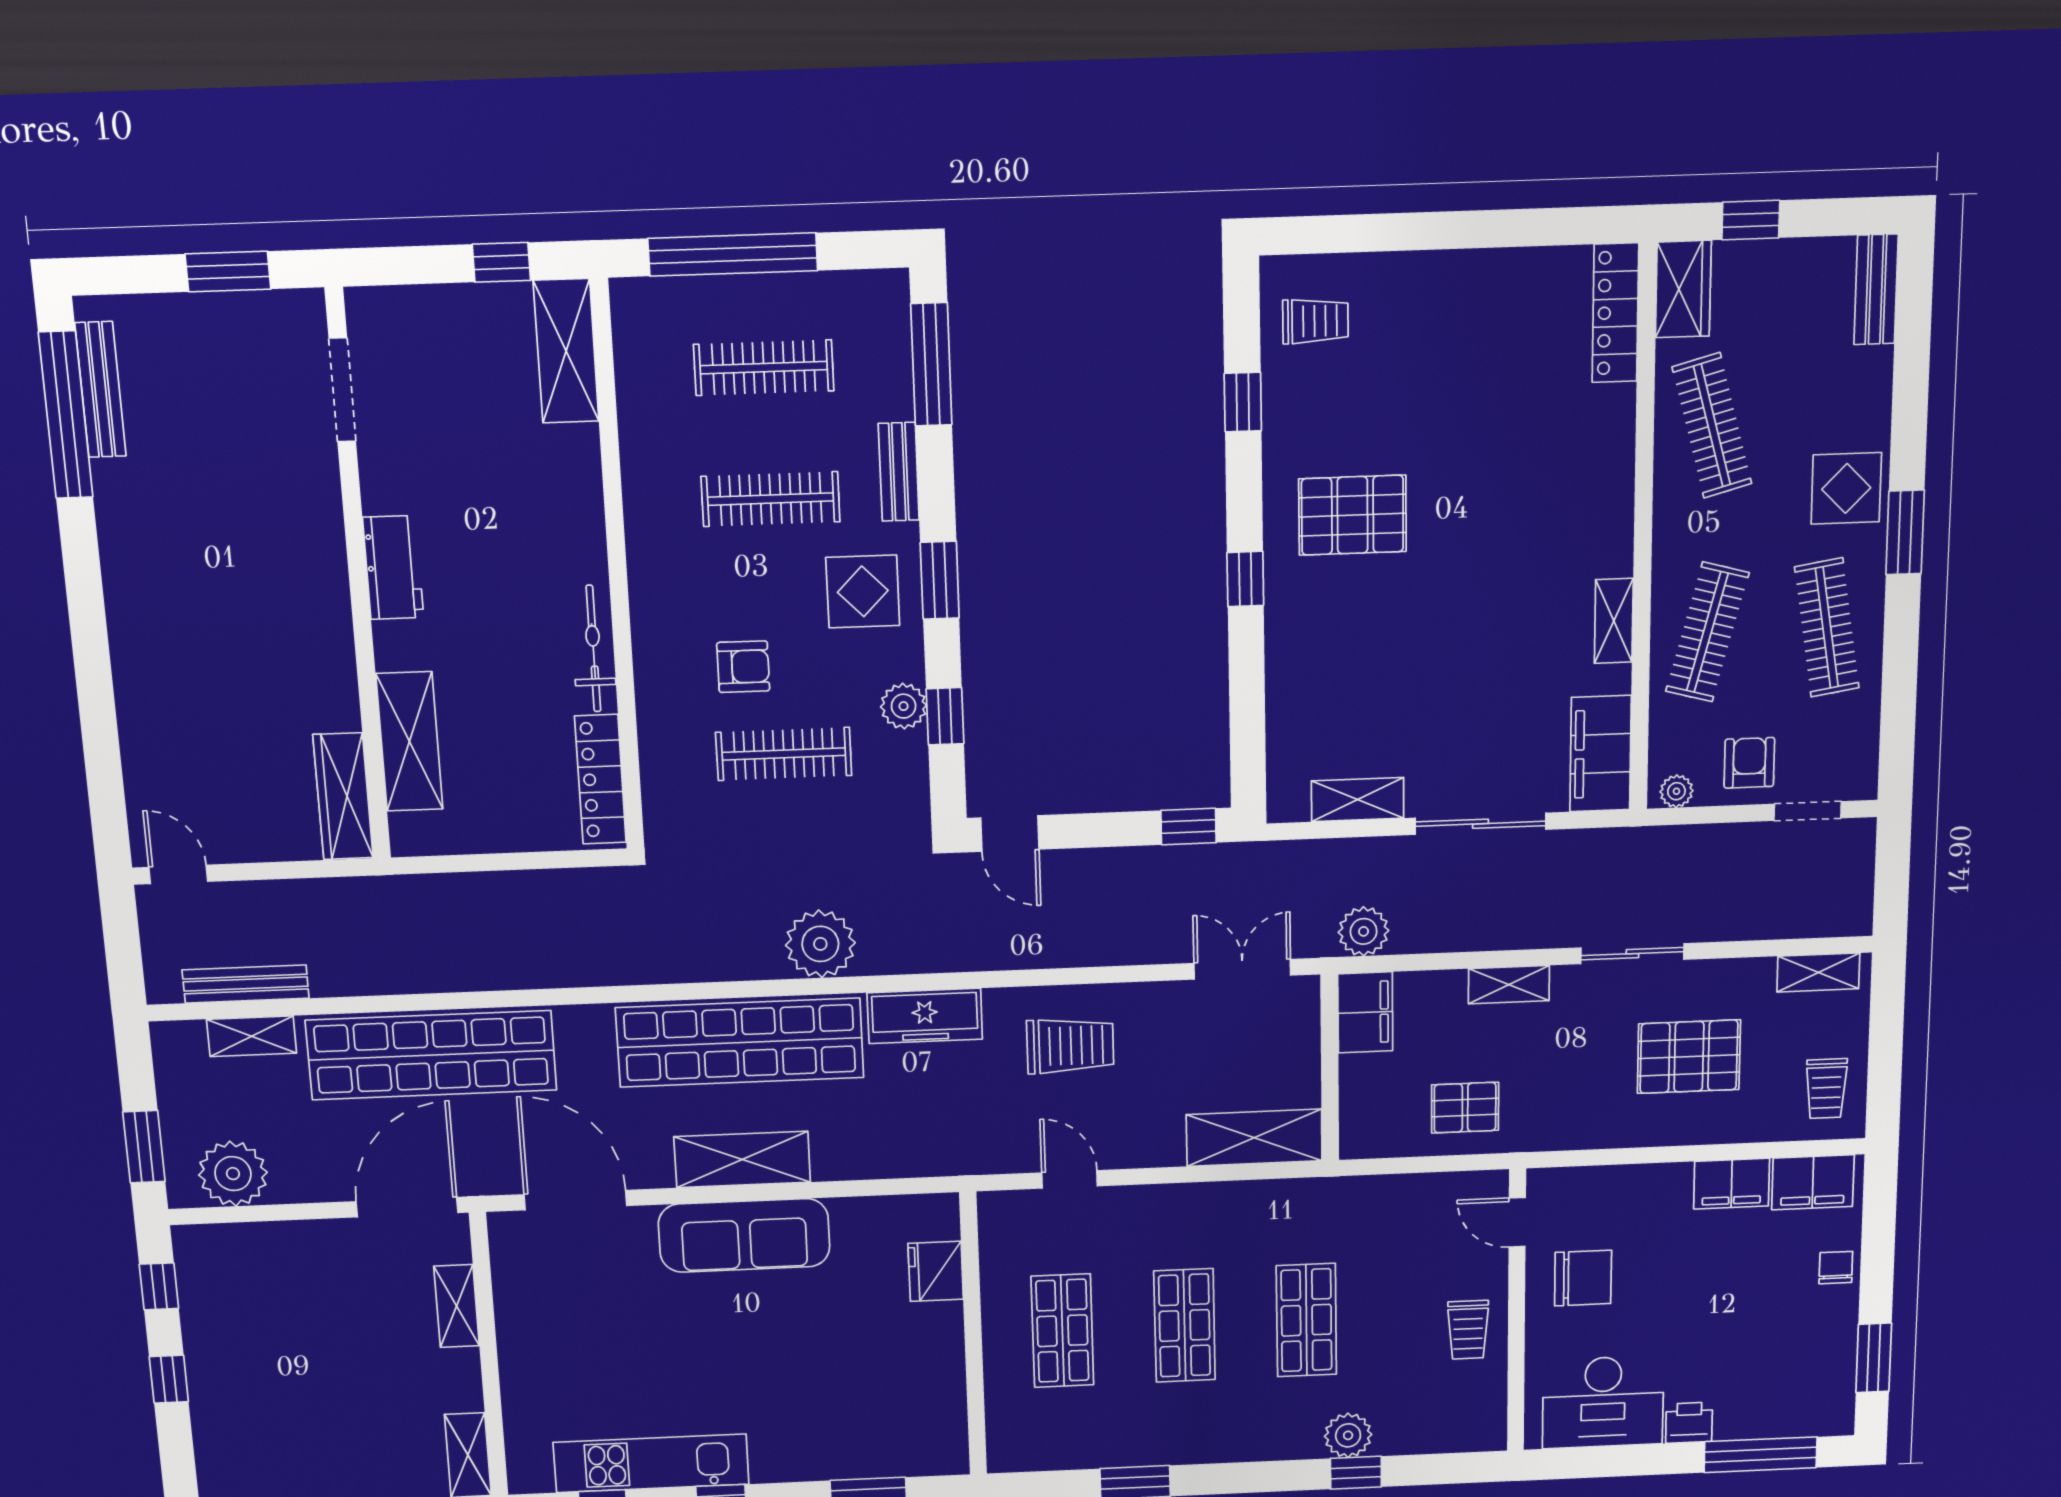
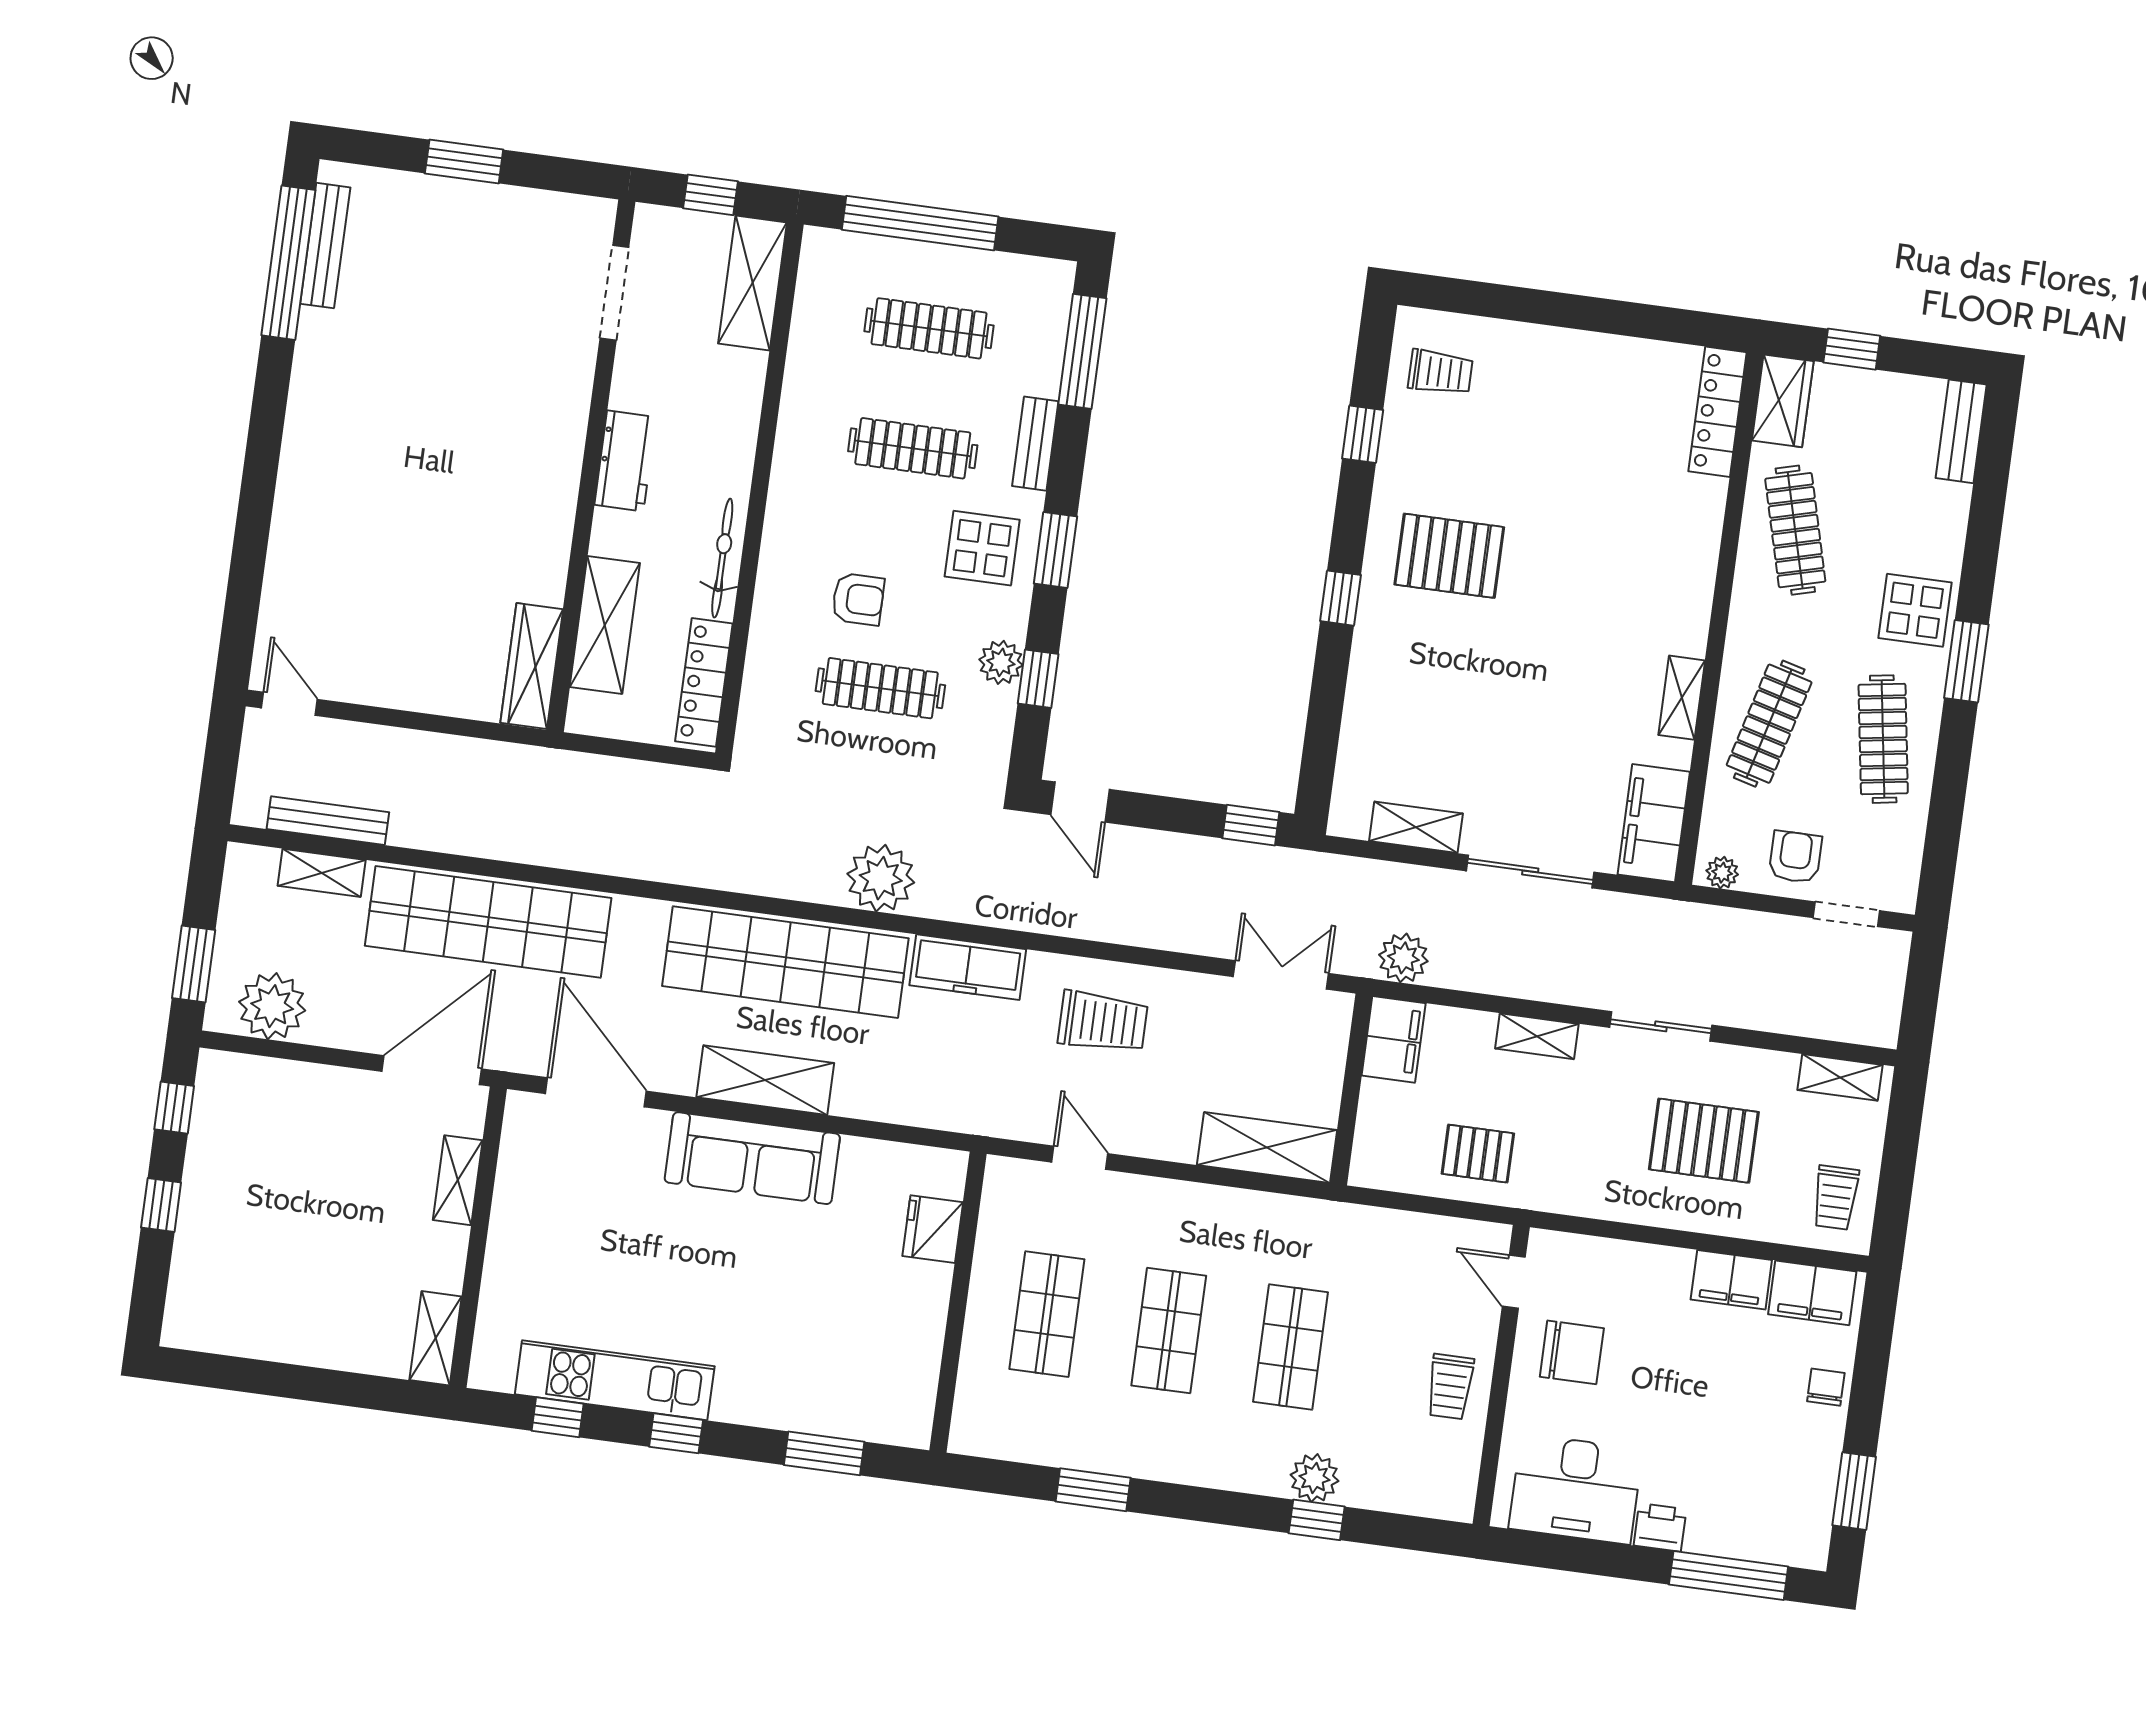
doorway: (342, 390) -> (614, 293), moved
workbench: (393, 567) -> (625, 461), moved
wall: (358, 579) -> (591, 466), moved
shelving: (409, 741) -> (605, 625), moved
wardrobe: (343, 796) -> (532, 666), moved

